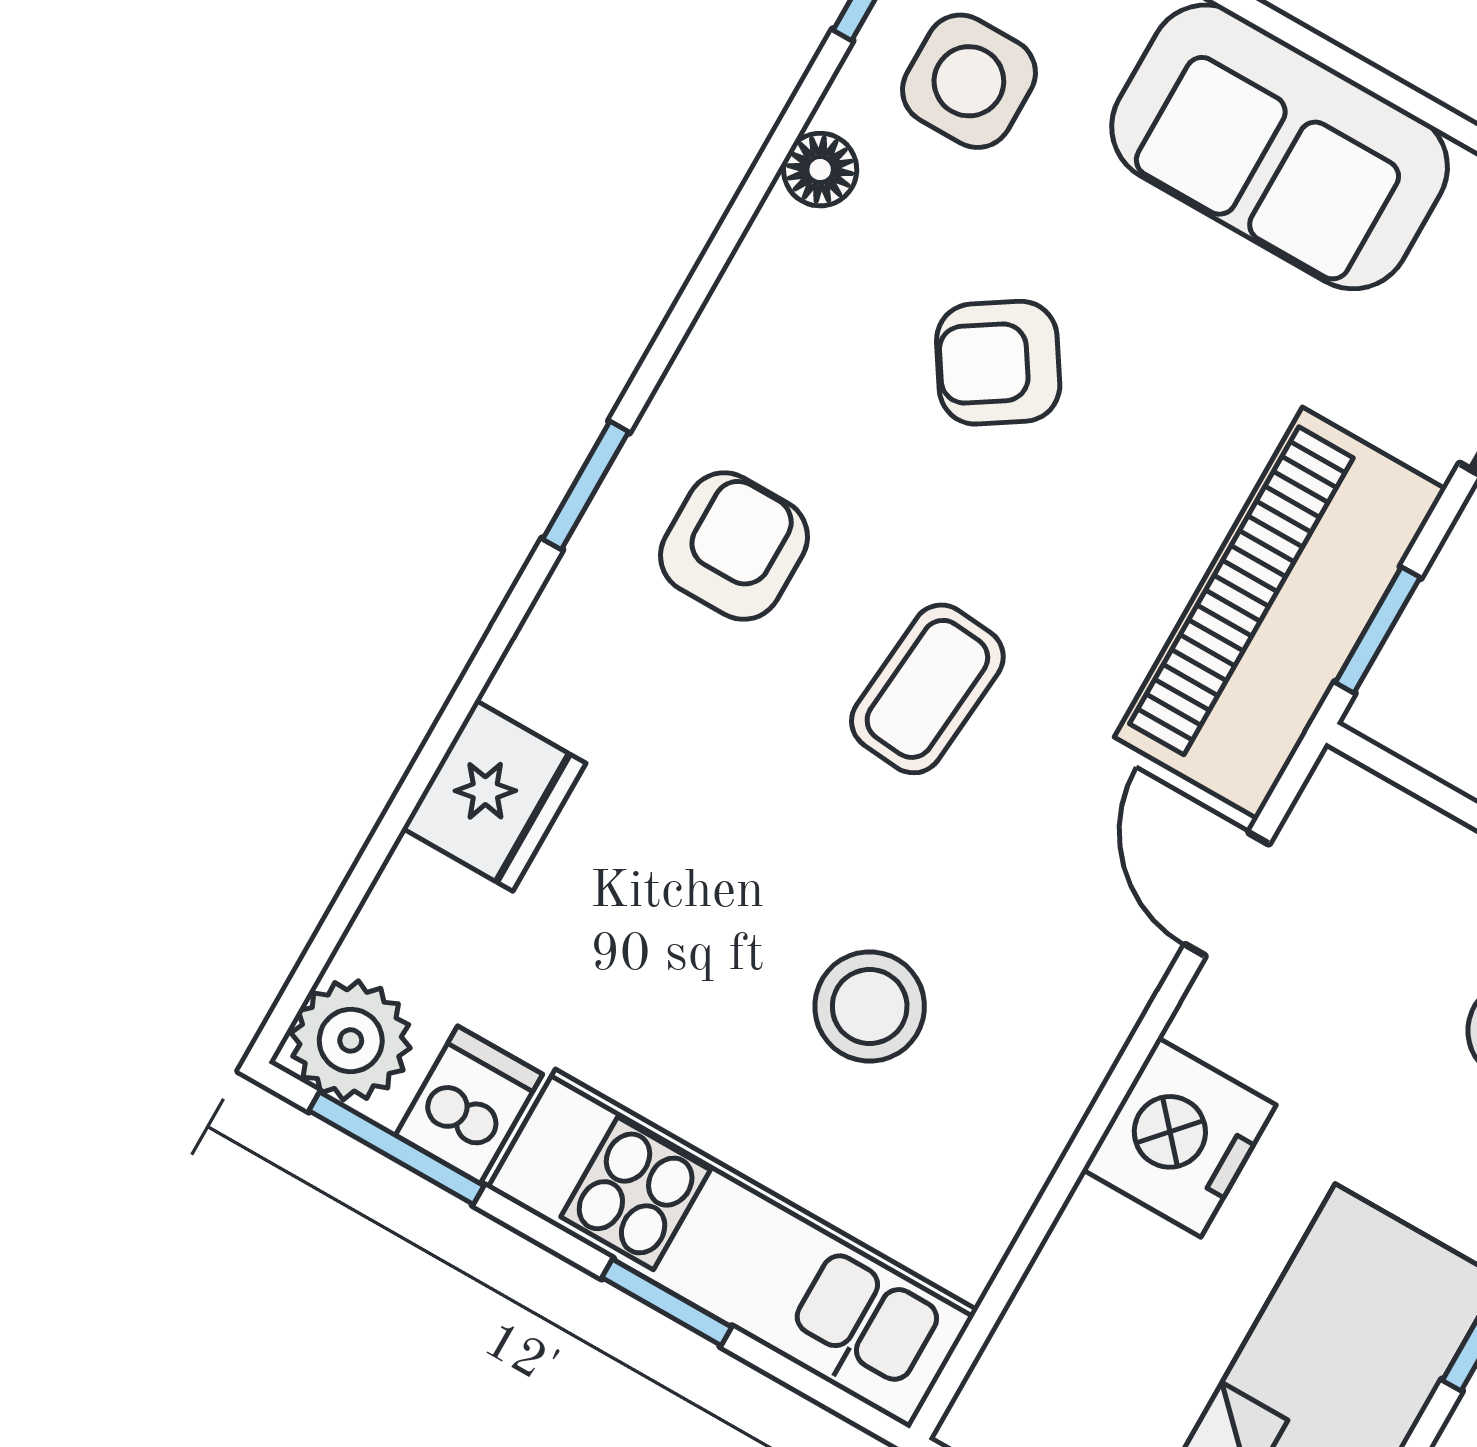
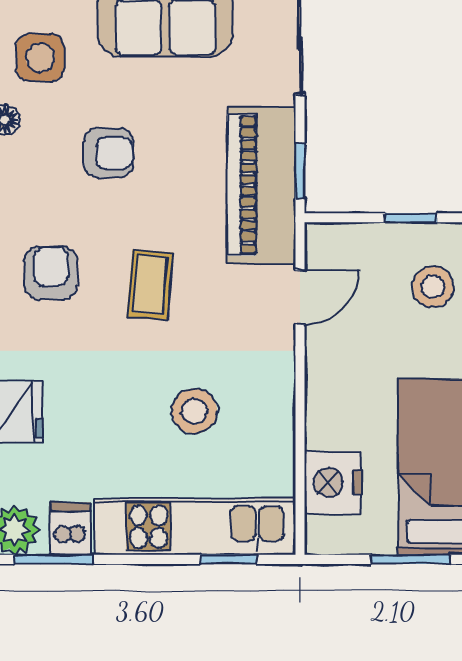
armchair: (998, 363) -> (108, 153), turned -147
door: (1227, 894) -> (300, 297), swing flipped
nightstand: (1179, 1137) -> (333, 482), moved
window: (667, 1302) -> (228, 559), moved

